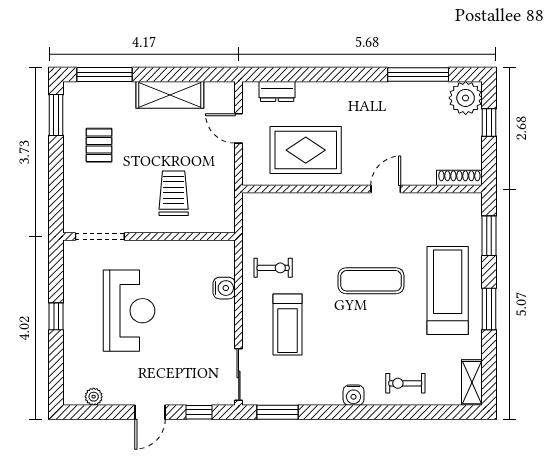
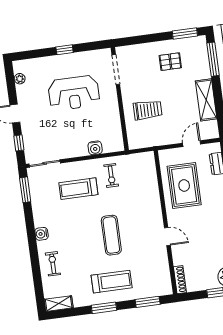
treadmill: (448, 291) -> (112, 282), width x0.73, depth x0.73

